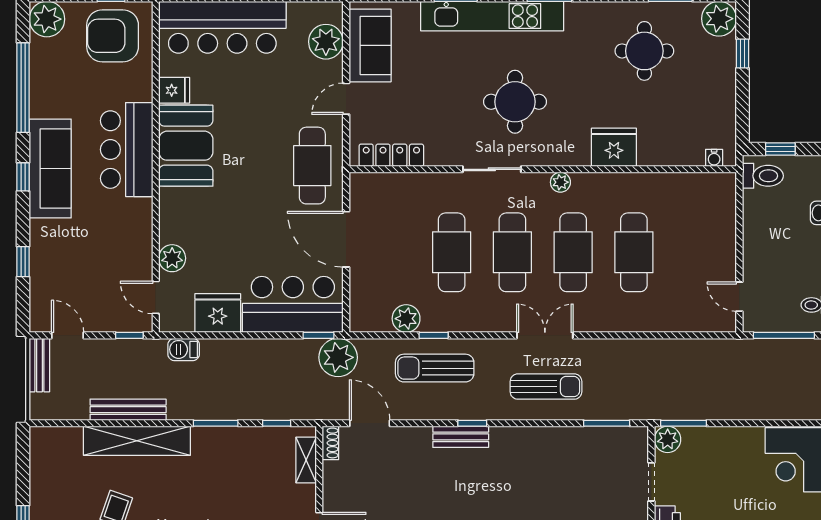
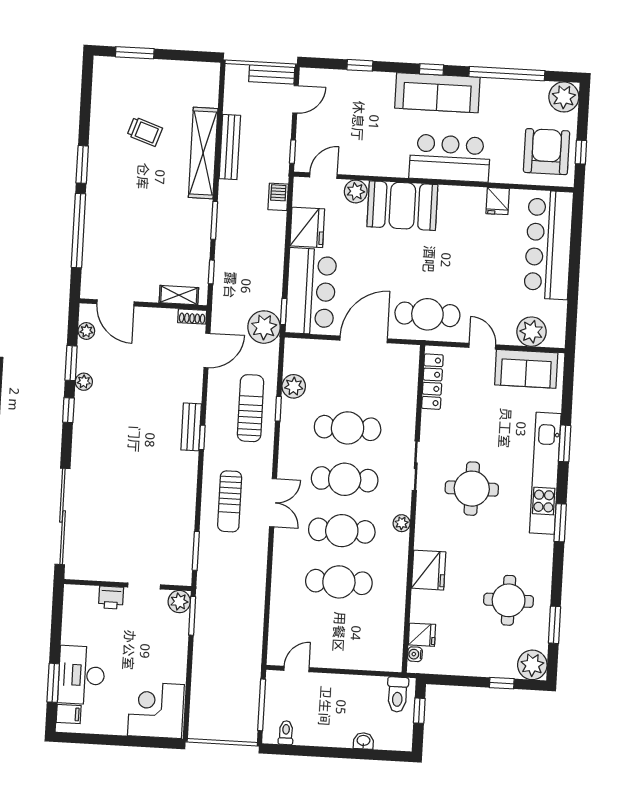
booth: (186, 146) -> (402, 206), moved
fridge: (691, 151) -> (422, 635), added

